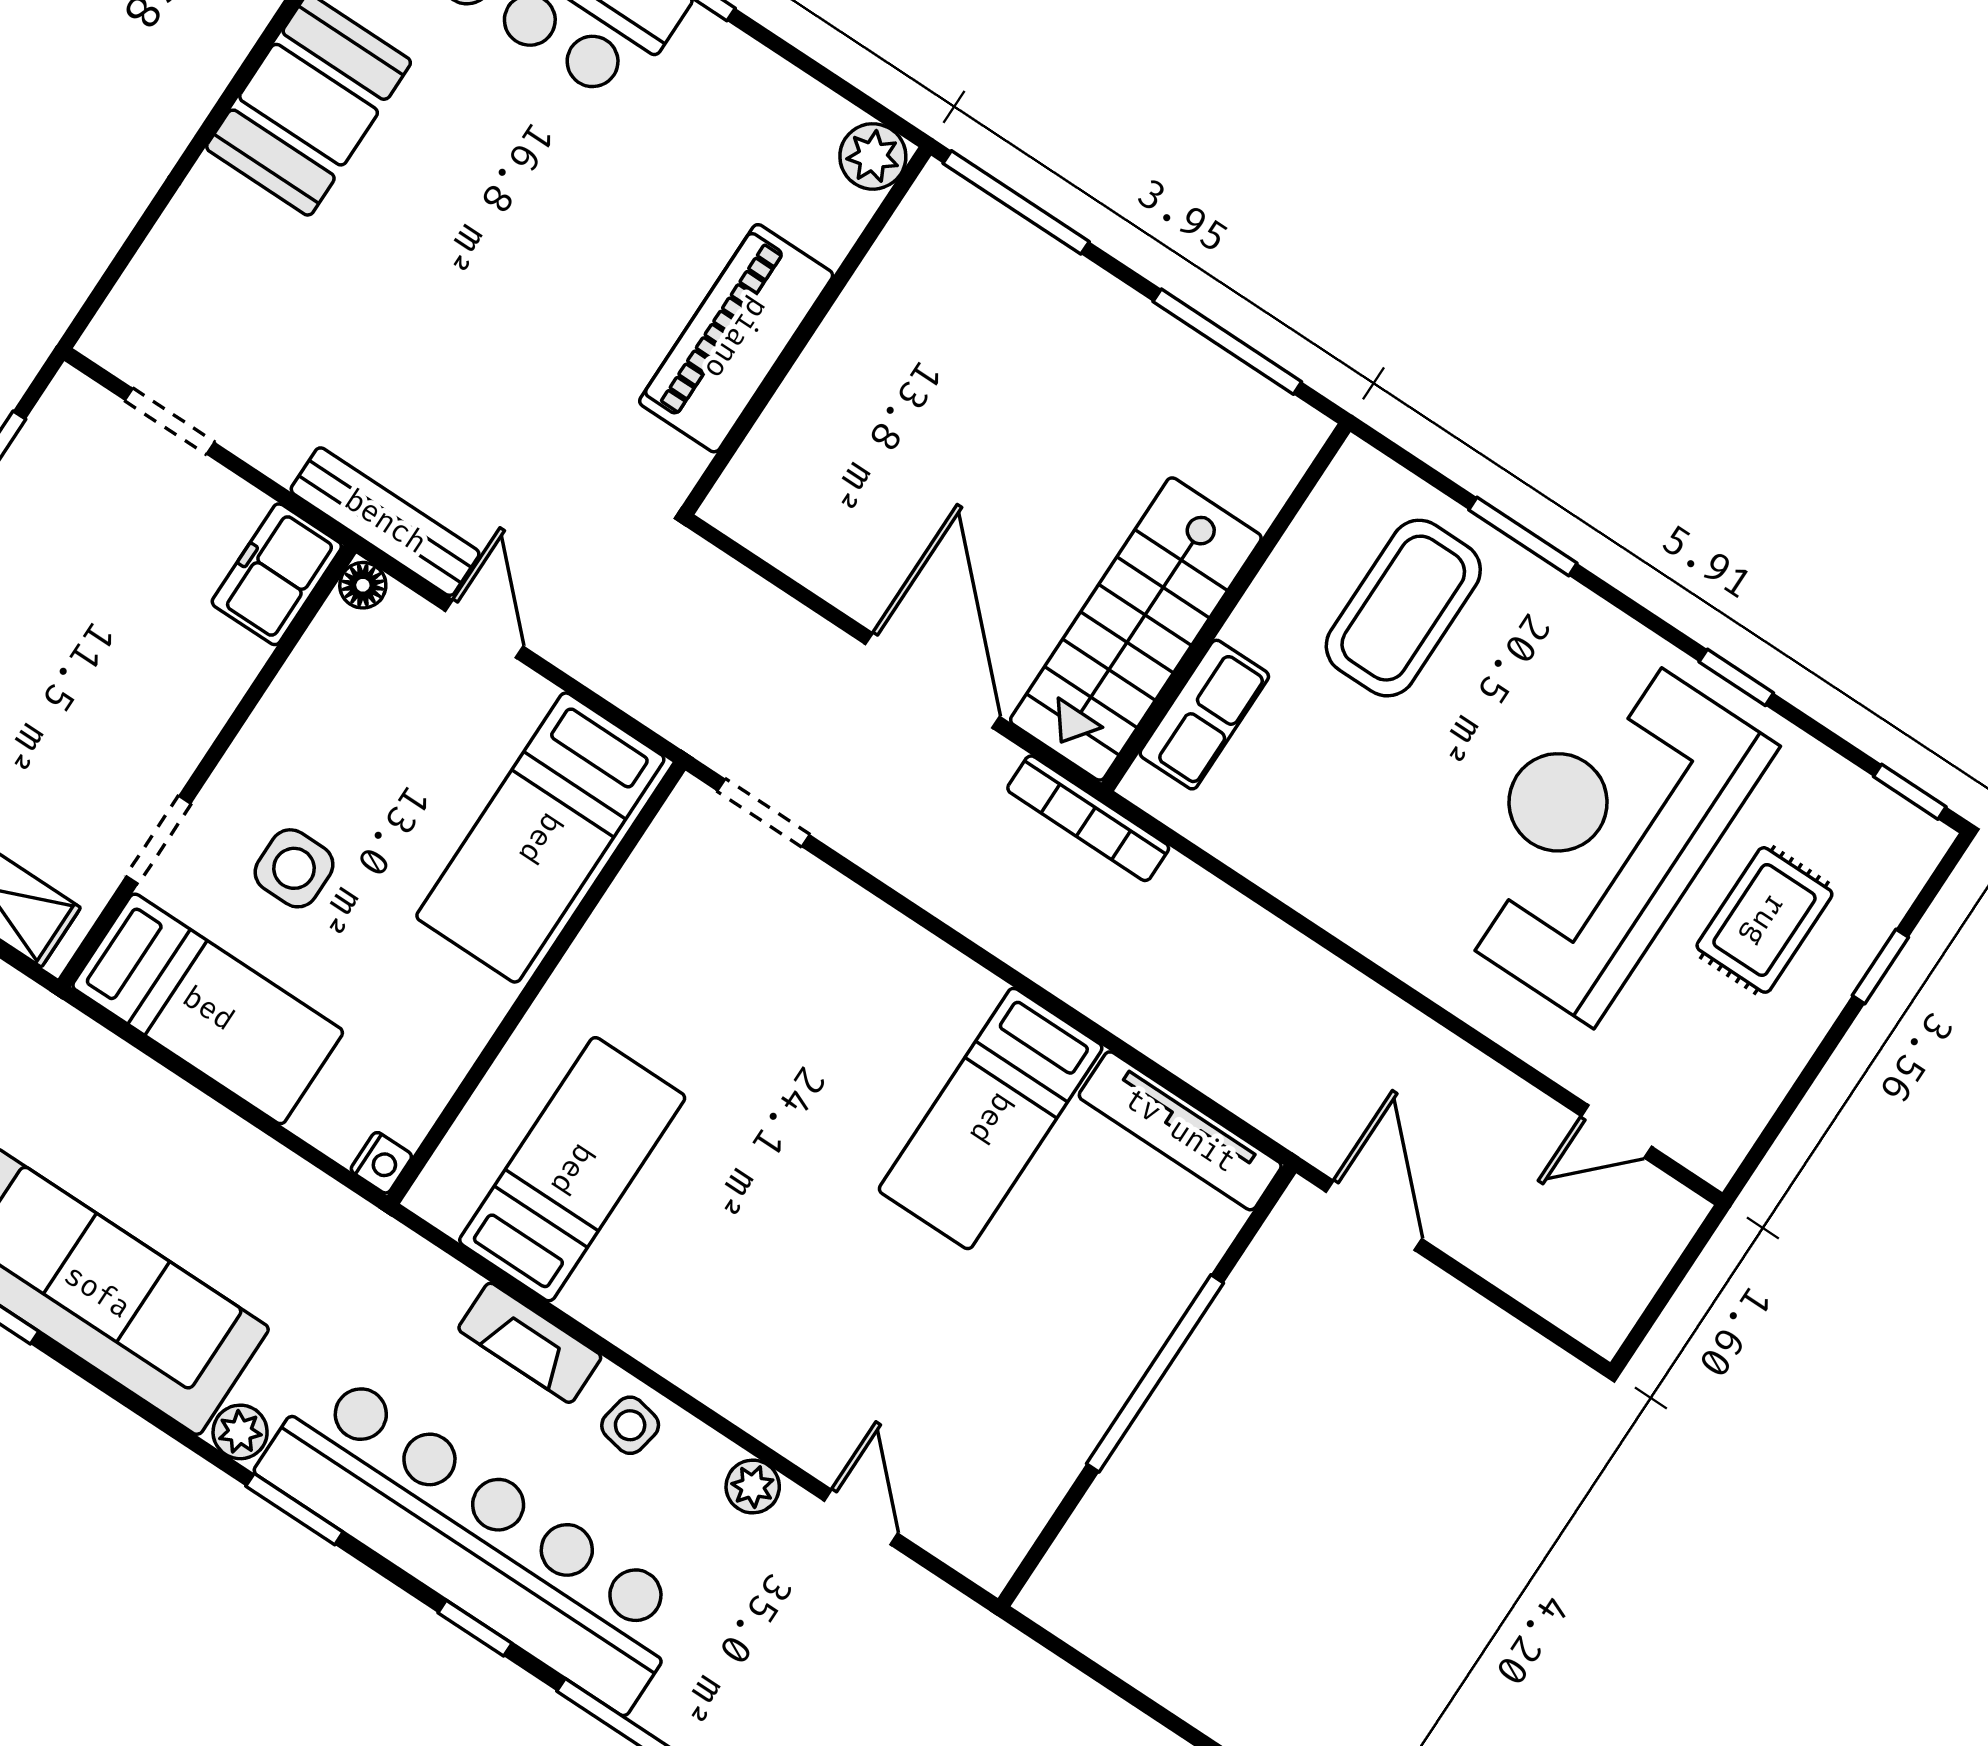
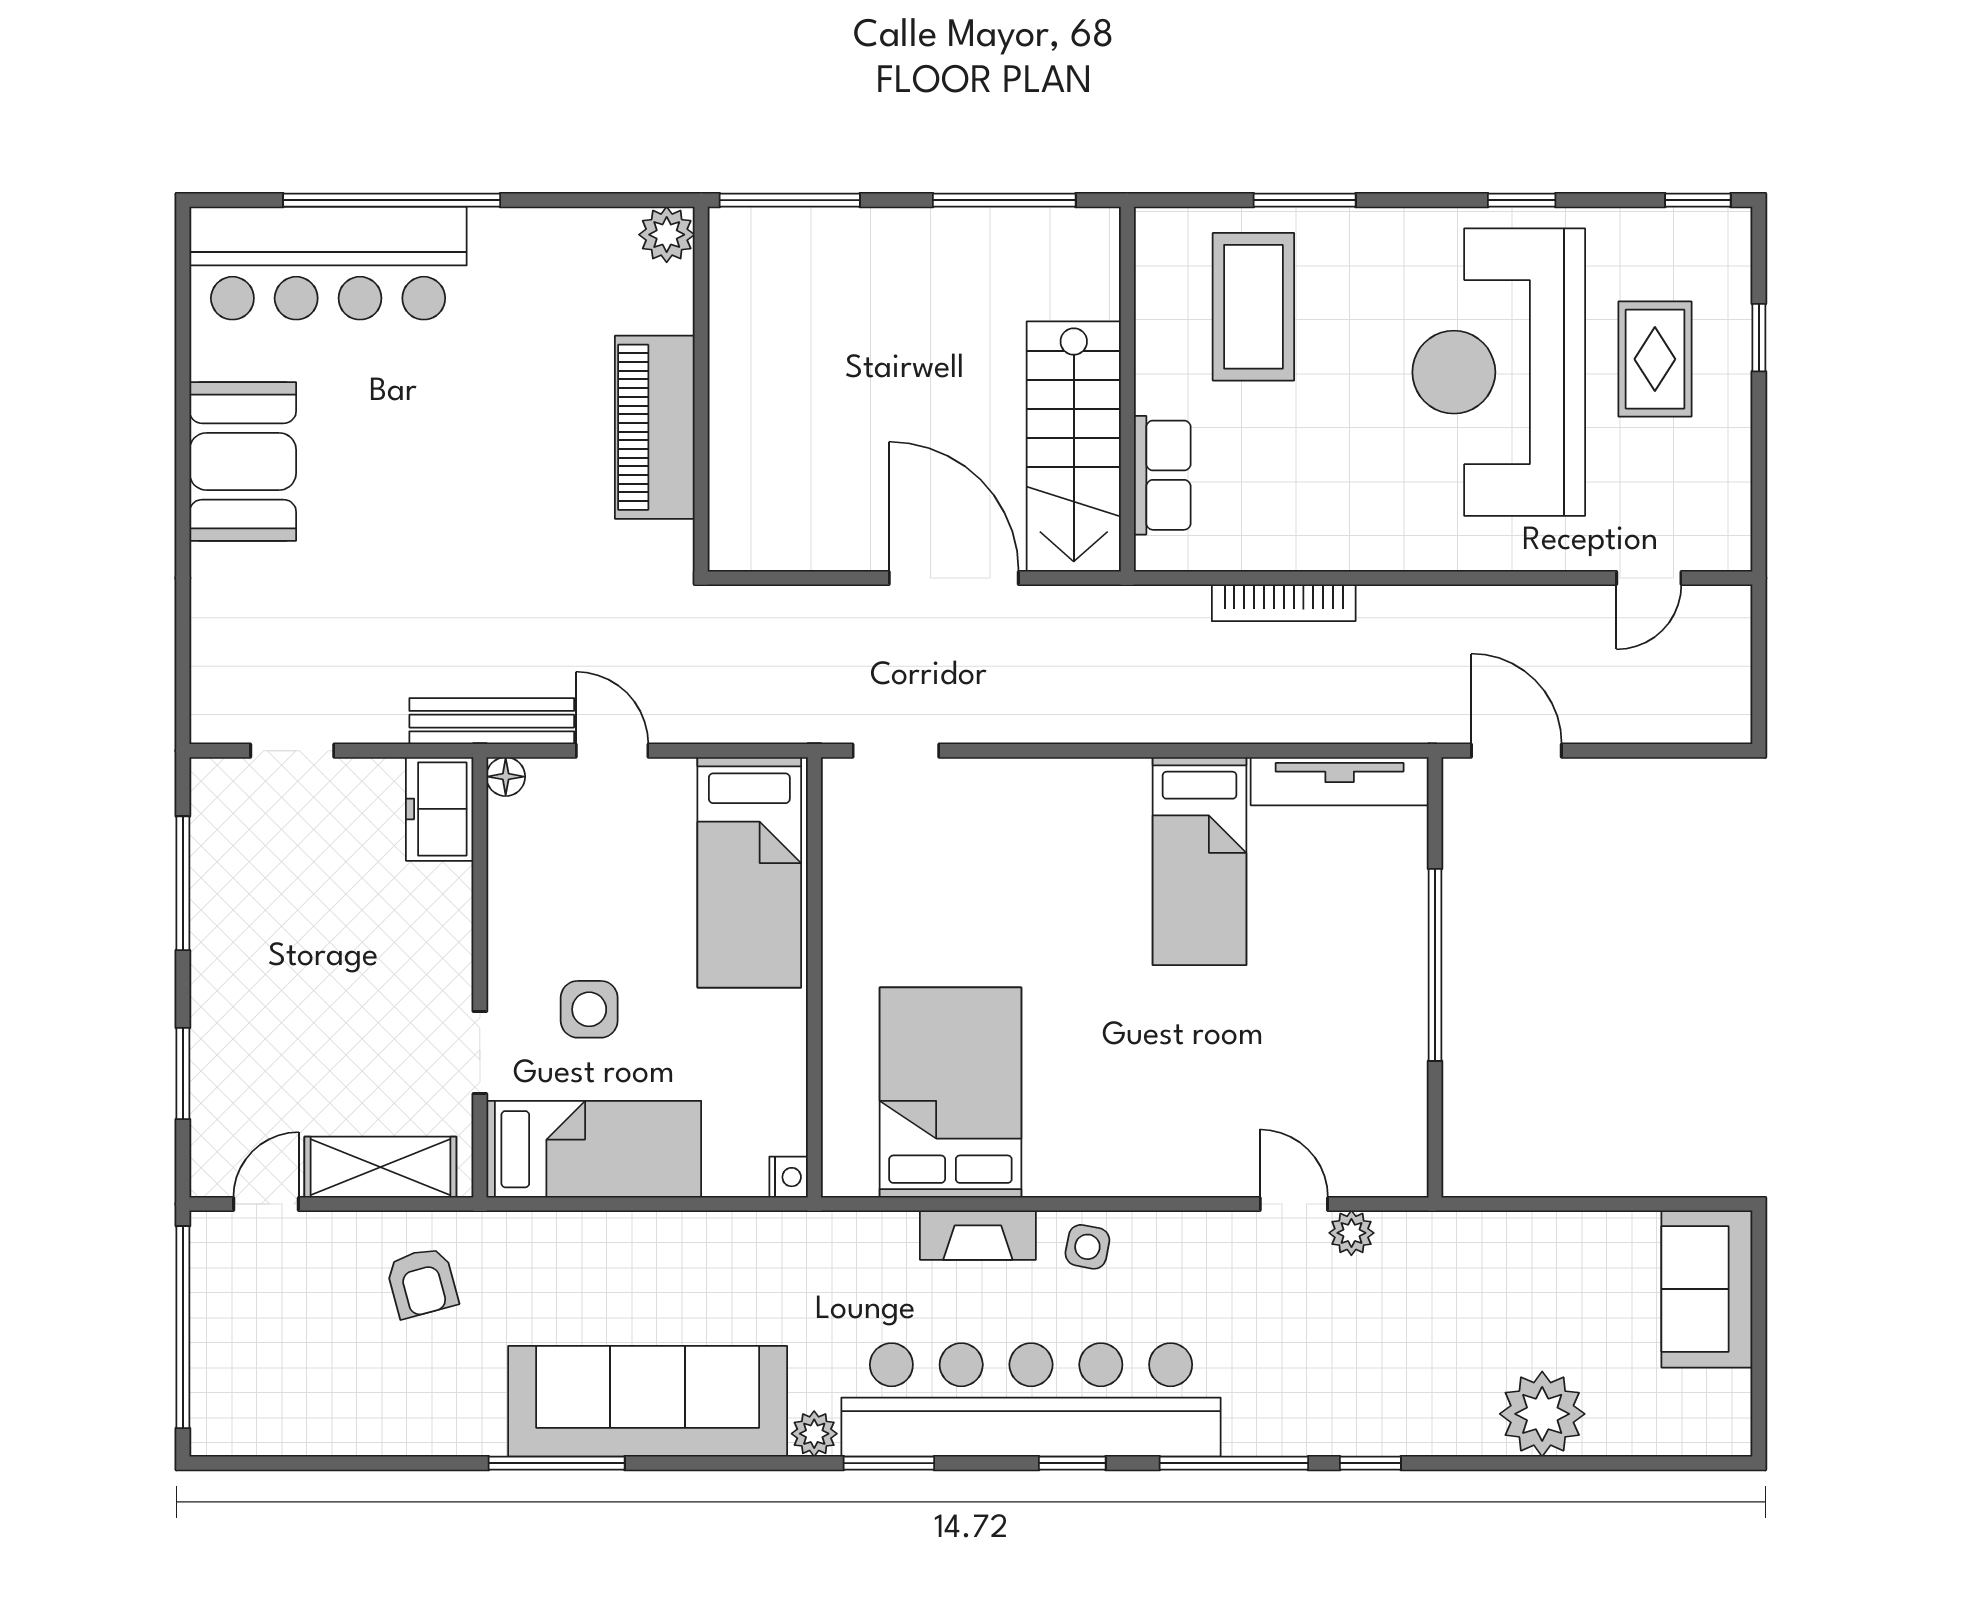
bookcase: (1088, 818) -> (1284, 603), moved
bed: (572, 1169) -> (950, 1092), width x1.50
plant: (753, 1486) -> (1351, 1233), moved

